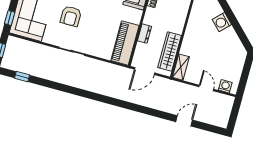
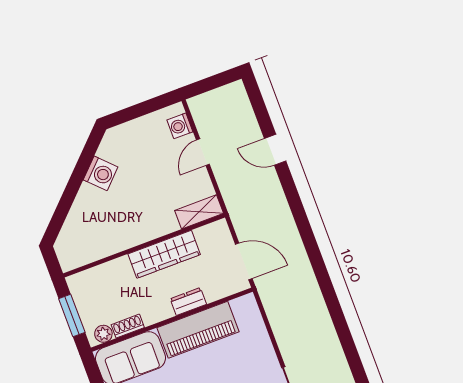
washing machine: (222, 22) -> (101, 173), moved
piano: (125, 43) -> (198, 330), moved
wardrobe: (170, 52) -> (164, 254), moved

